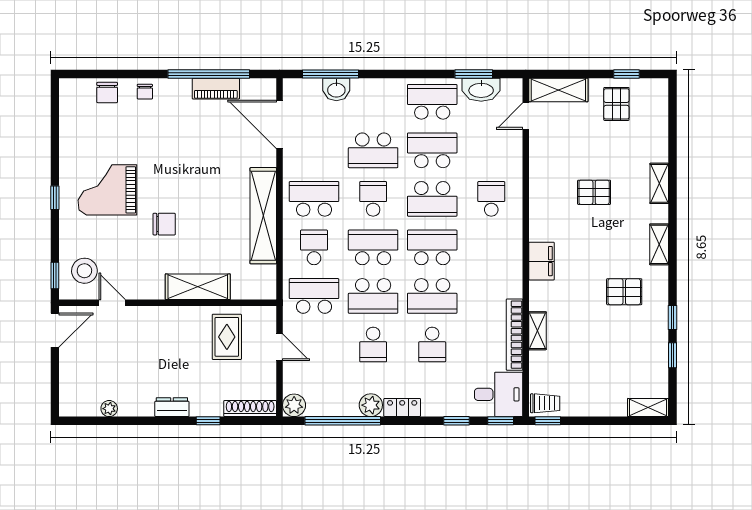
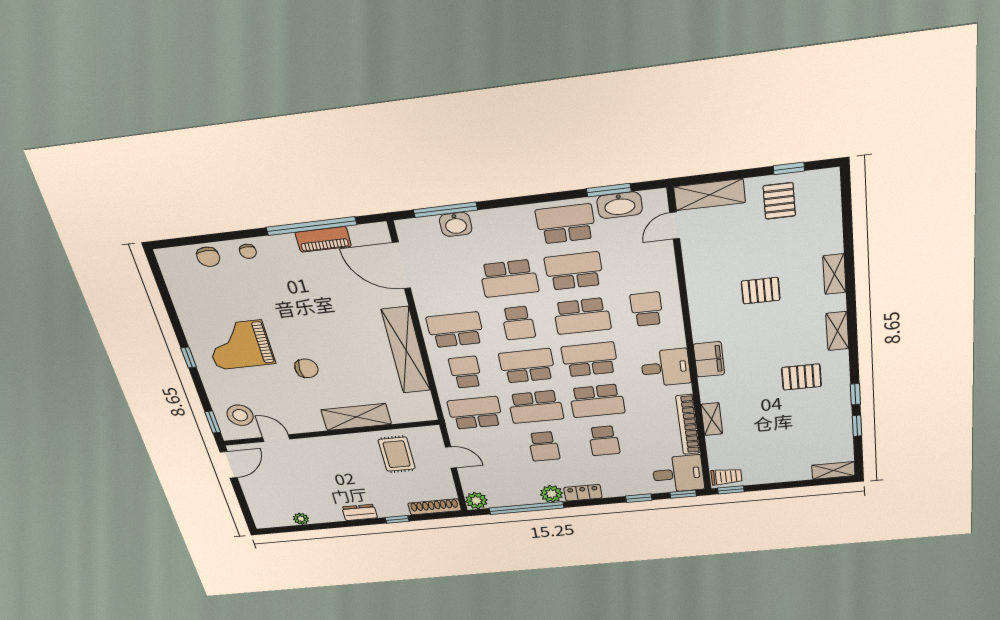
school desk: (373, 199) -> (518, 323), turned 180
desk: (501, 266) -> (666, 368), added

